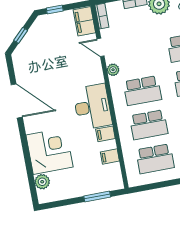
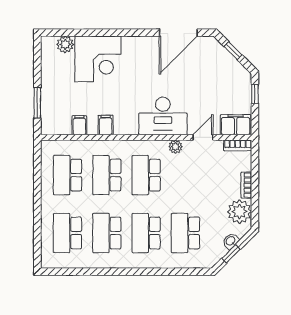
door: (17, 101) -> (178, 33), moved
desk: (92, 107) -> (163, 116), moved

